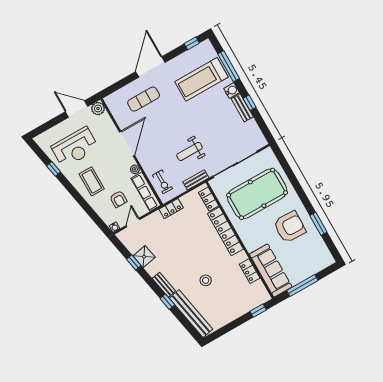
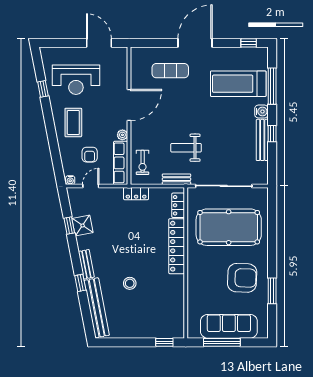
bench: (242, 108) -> (262, 140), width x1.36
plant: (98, 109) -> (120, 54), removed
locker: (250, 271) -> (178, 299), removed
sofa: (271, 271) -> (229, 326), moved, turned -90

